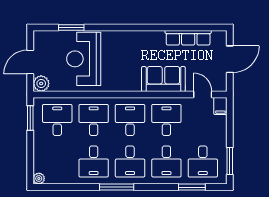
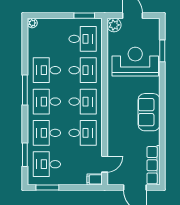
row of seats: (188, 38) -> (153, 165), moved
sofa: (163, 79) -> (149, 112), moved, turned 180

